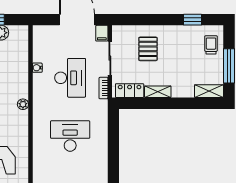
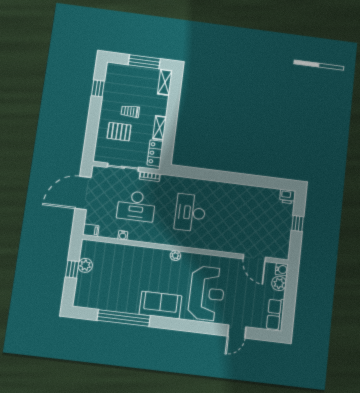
filing cabinet: (102, 33) -> (91, 230), moved
trolley: (211, 45) -> (130, 111), moved
desk: (70, 78) -> (136, 206), turned 180
plant: (23, 104) -> (175, 256), moved

